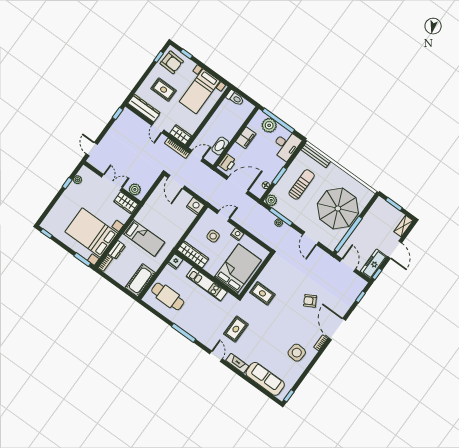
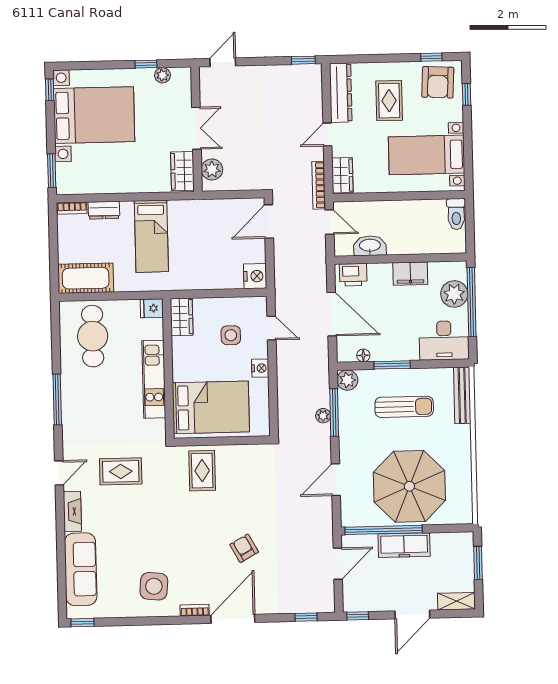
bed with nightstands: (91, 233) -> (94, 115), moved, turned 90
wardrobe: (193, 254) -> (182, 317), width x0.67
freezer: (374, 264) -> (404, 545), moved, turned 180

